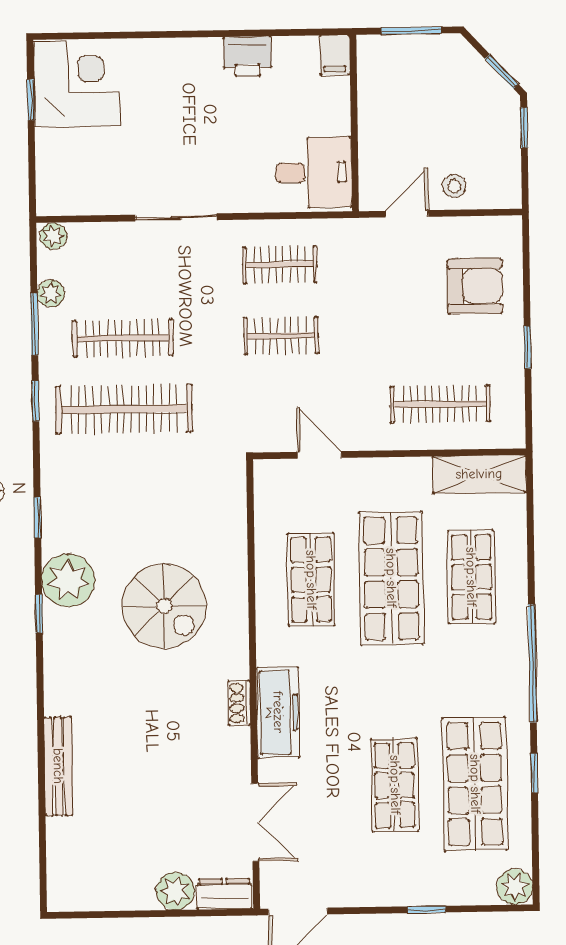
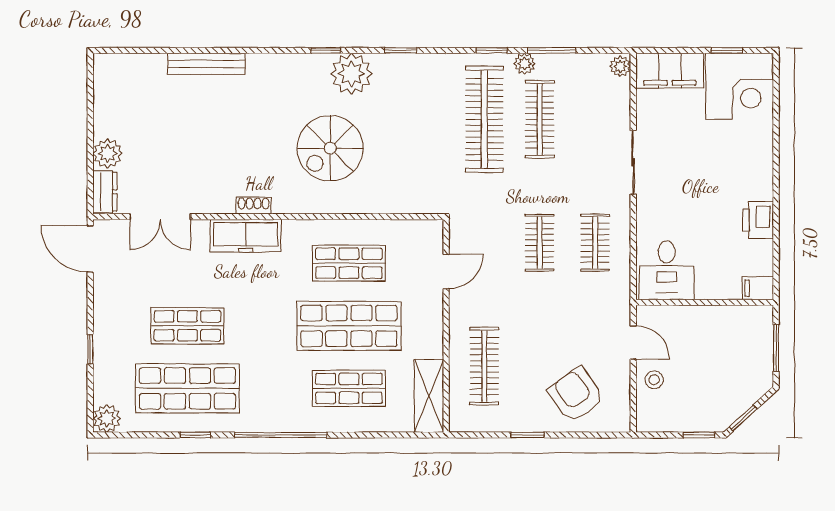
filing cabinet: (58, 172) -> (670, 71), added
armchair: (475, 286) -> (576, 395), turned 145
plant: (51, 293) -> (525, 64), moved

